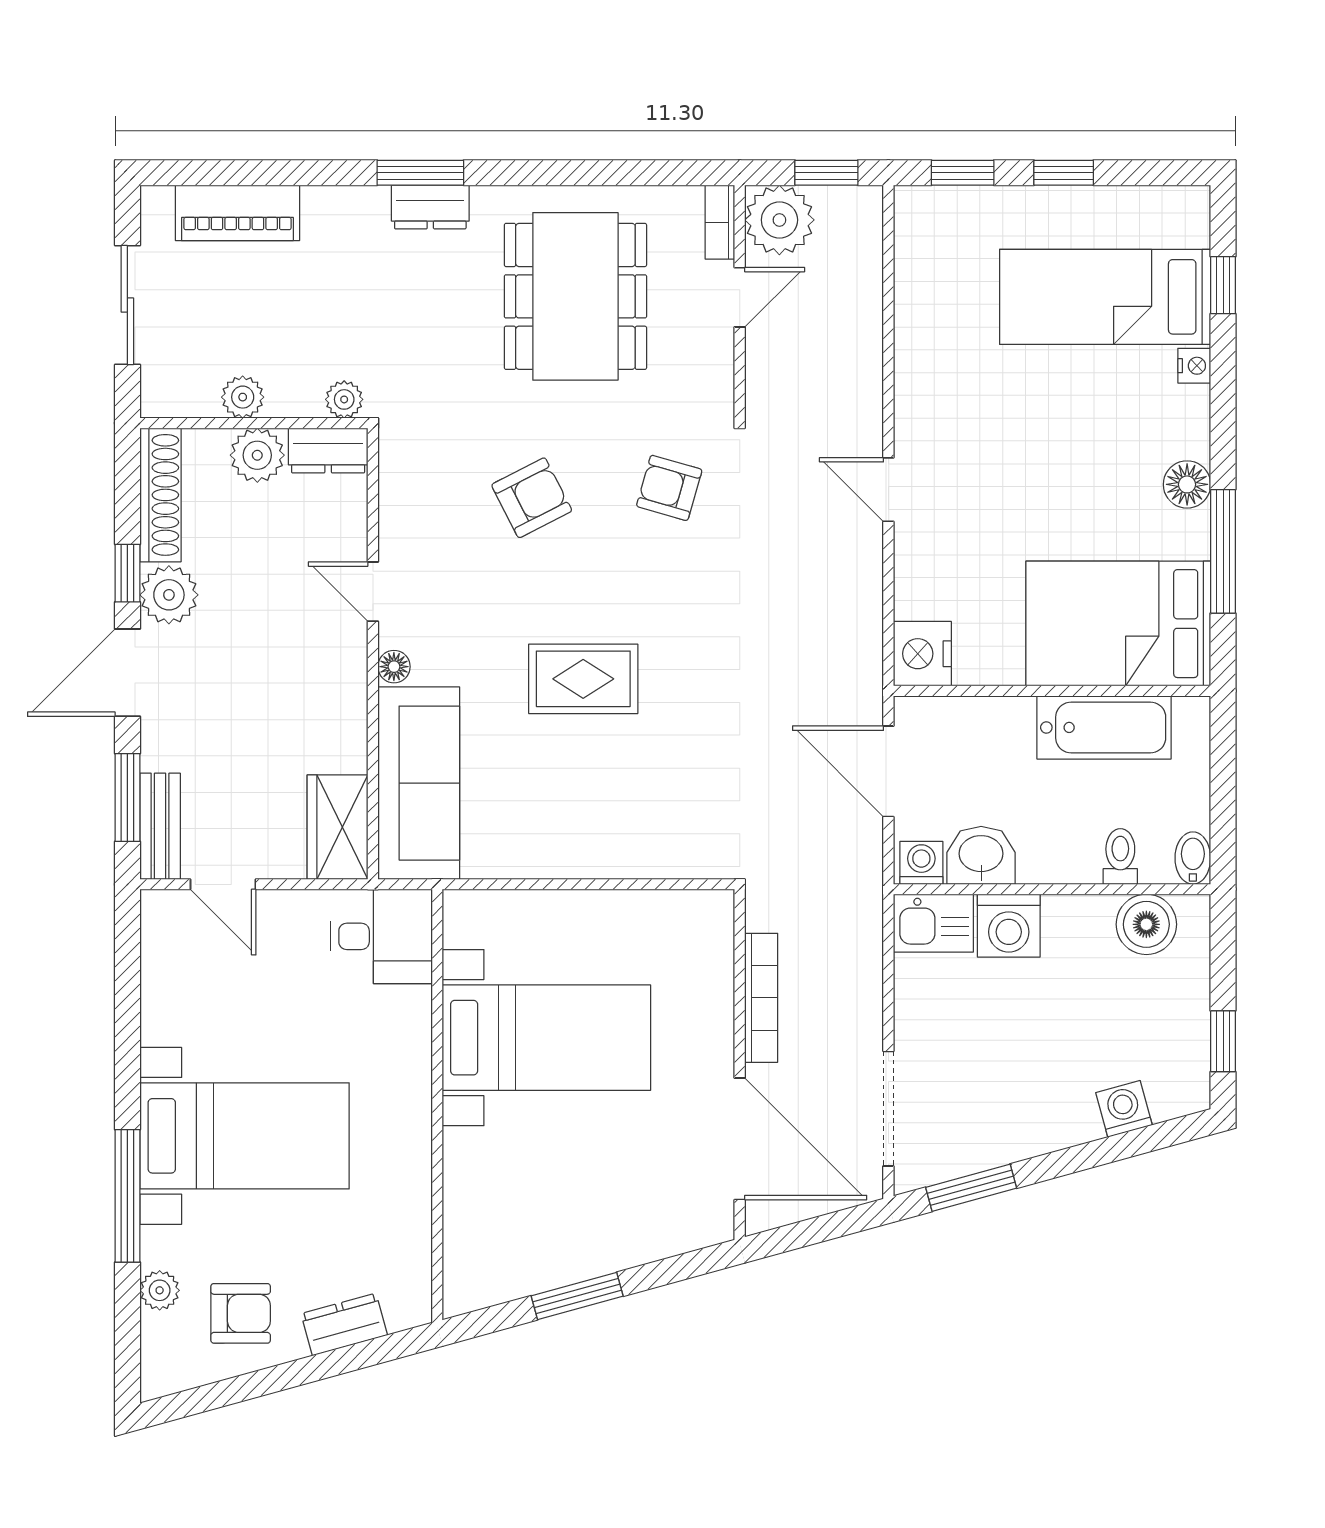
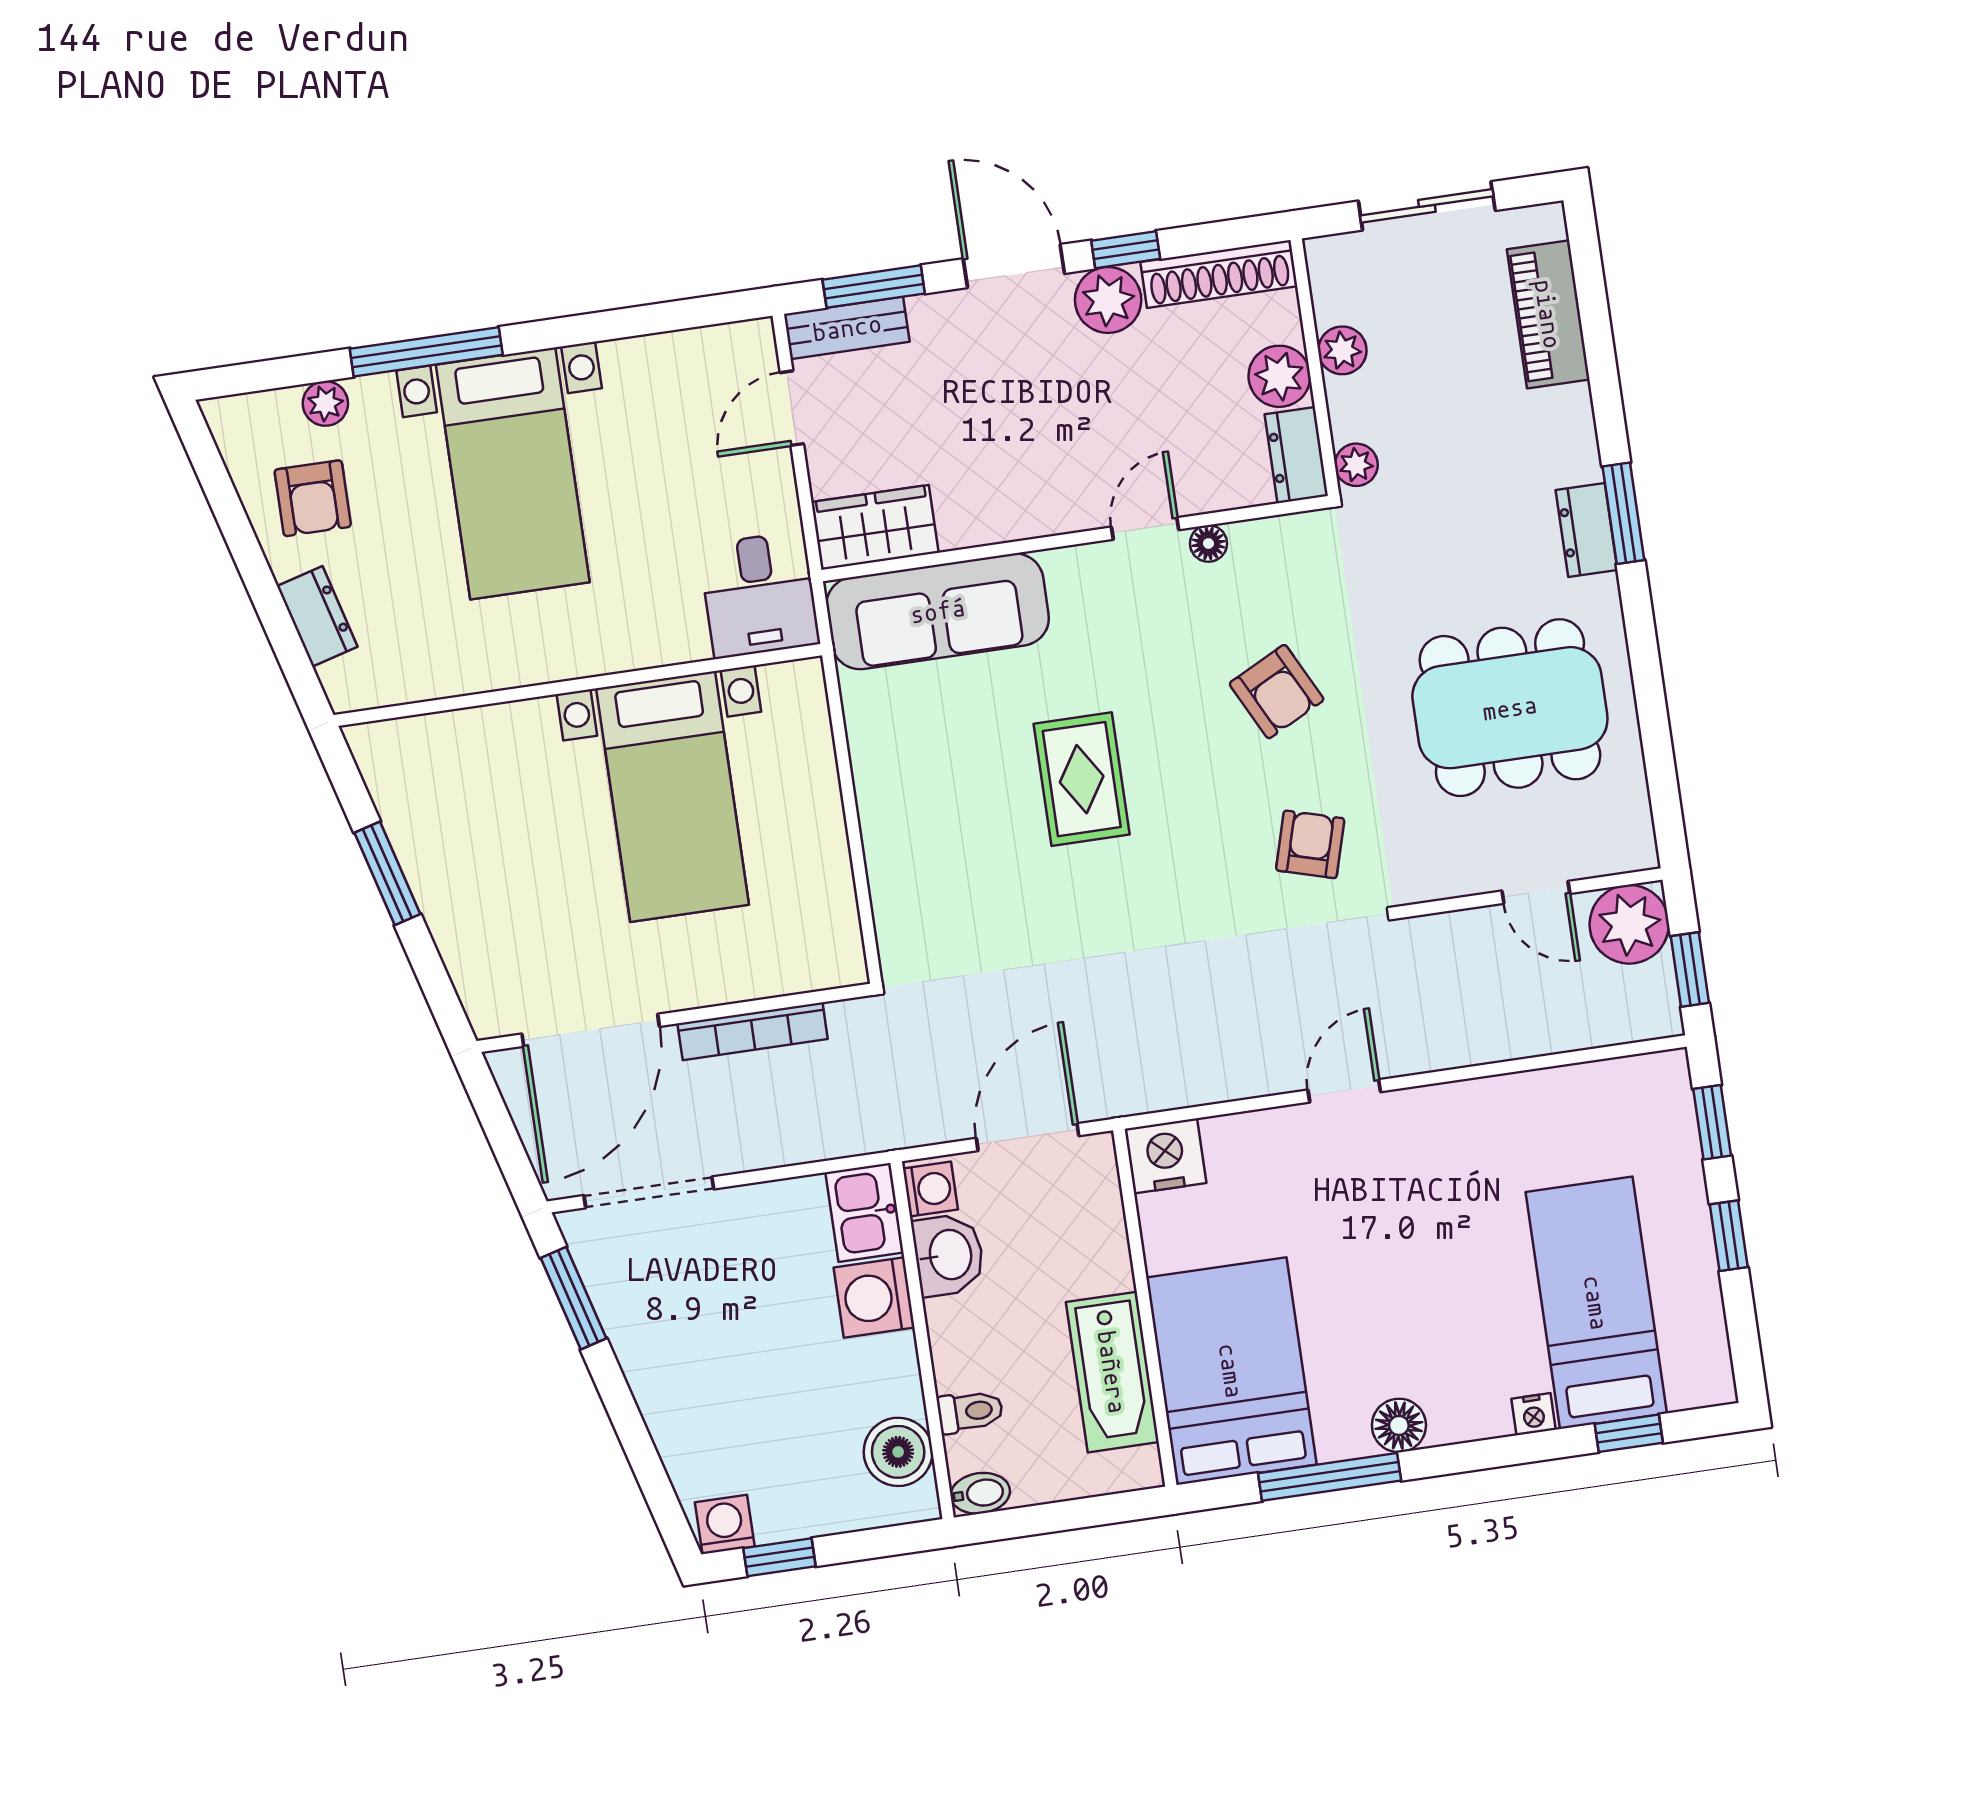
bookcase: (720, 222) -> (1617, 858), removed
floor lamp: (394, 667) -> (1208, 543), moved
washing machine: (1124, 1109) -> (725, 1524), moved, turned -75

